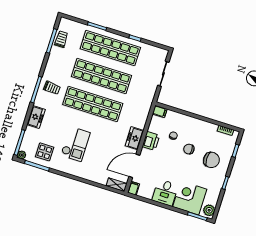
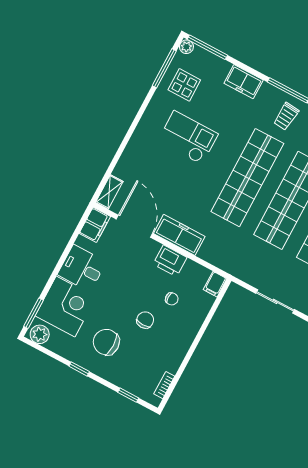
freezer: (134, 138) -> (179, 235), width x1.40
checkout: (75, 144) -> (188, 138), turned 180
chair: (211, 160) -> (106, 342), moved, turned 90
filing cabinet: (134, 188) -> (95, 225), width x2.00

